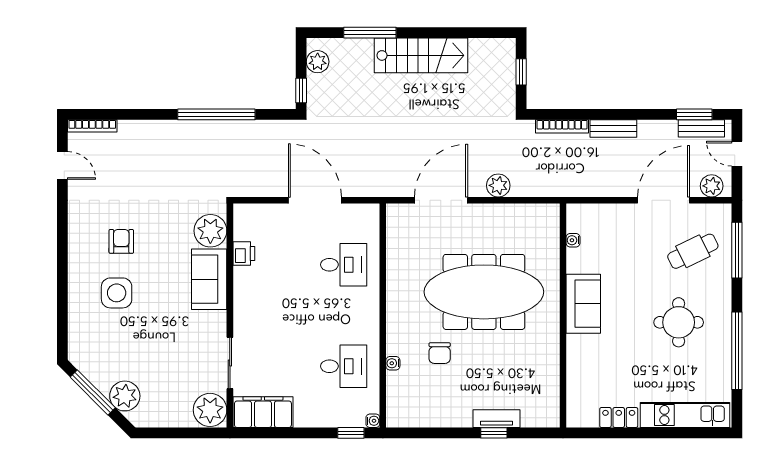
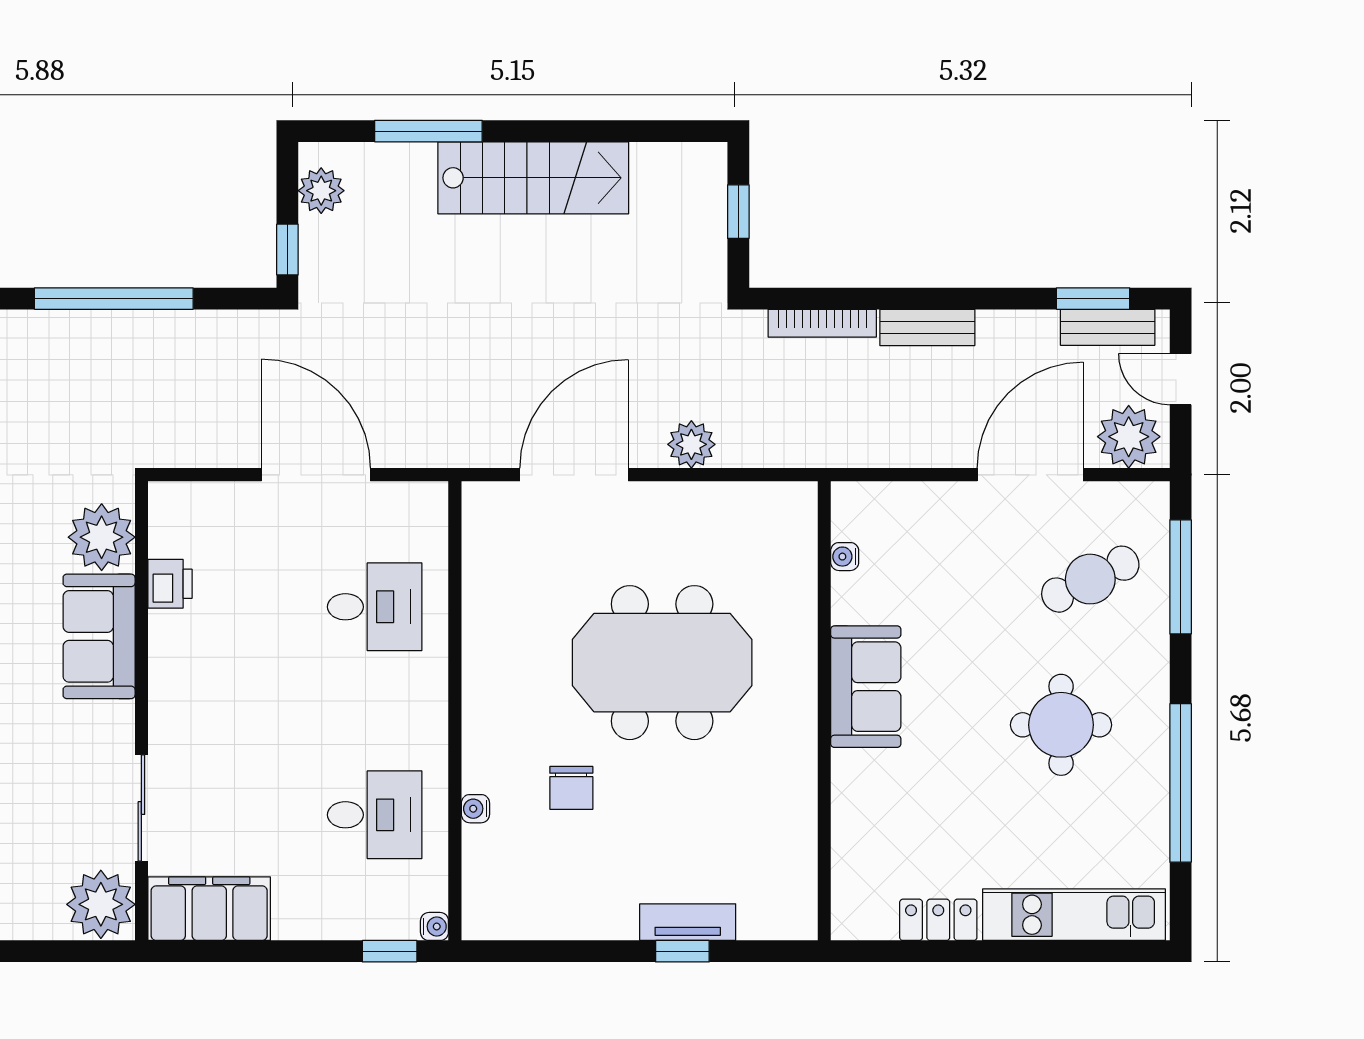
plant: (712, 186) -> (1129, 437), width x1.36, depth x1.36
meeting table: (484, 292) -> (662, 663), width x0.73

